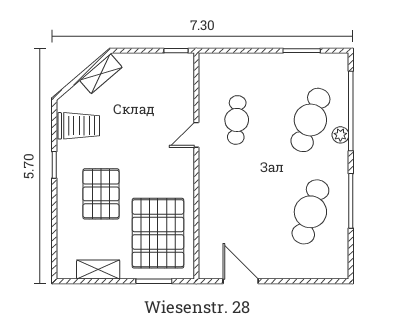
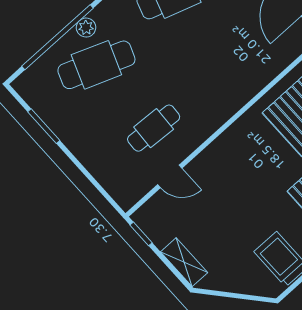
shelving: (101, 74) -> (184, 262), moved, turned 41
door: (196, 135) -> (170, 176), moved

